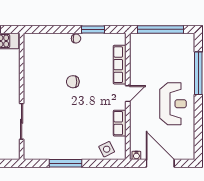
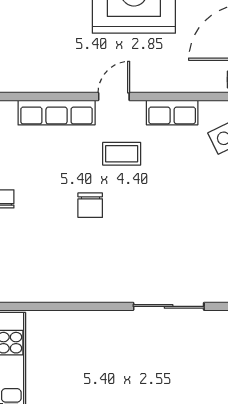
door: (128, 94) -> (114, 97), hinge flipped
coffee table: (99, 98) -> (122, 154), added

